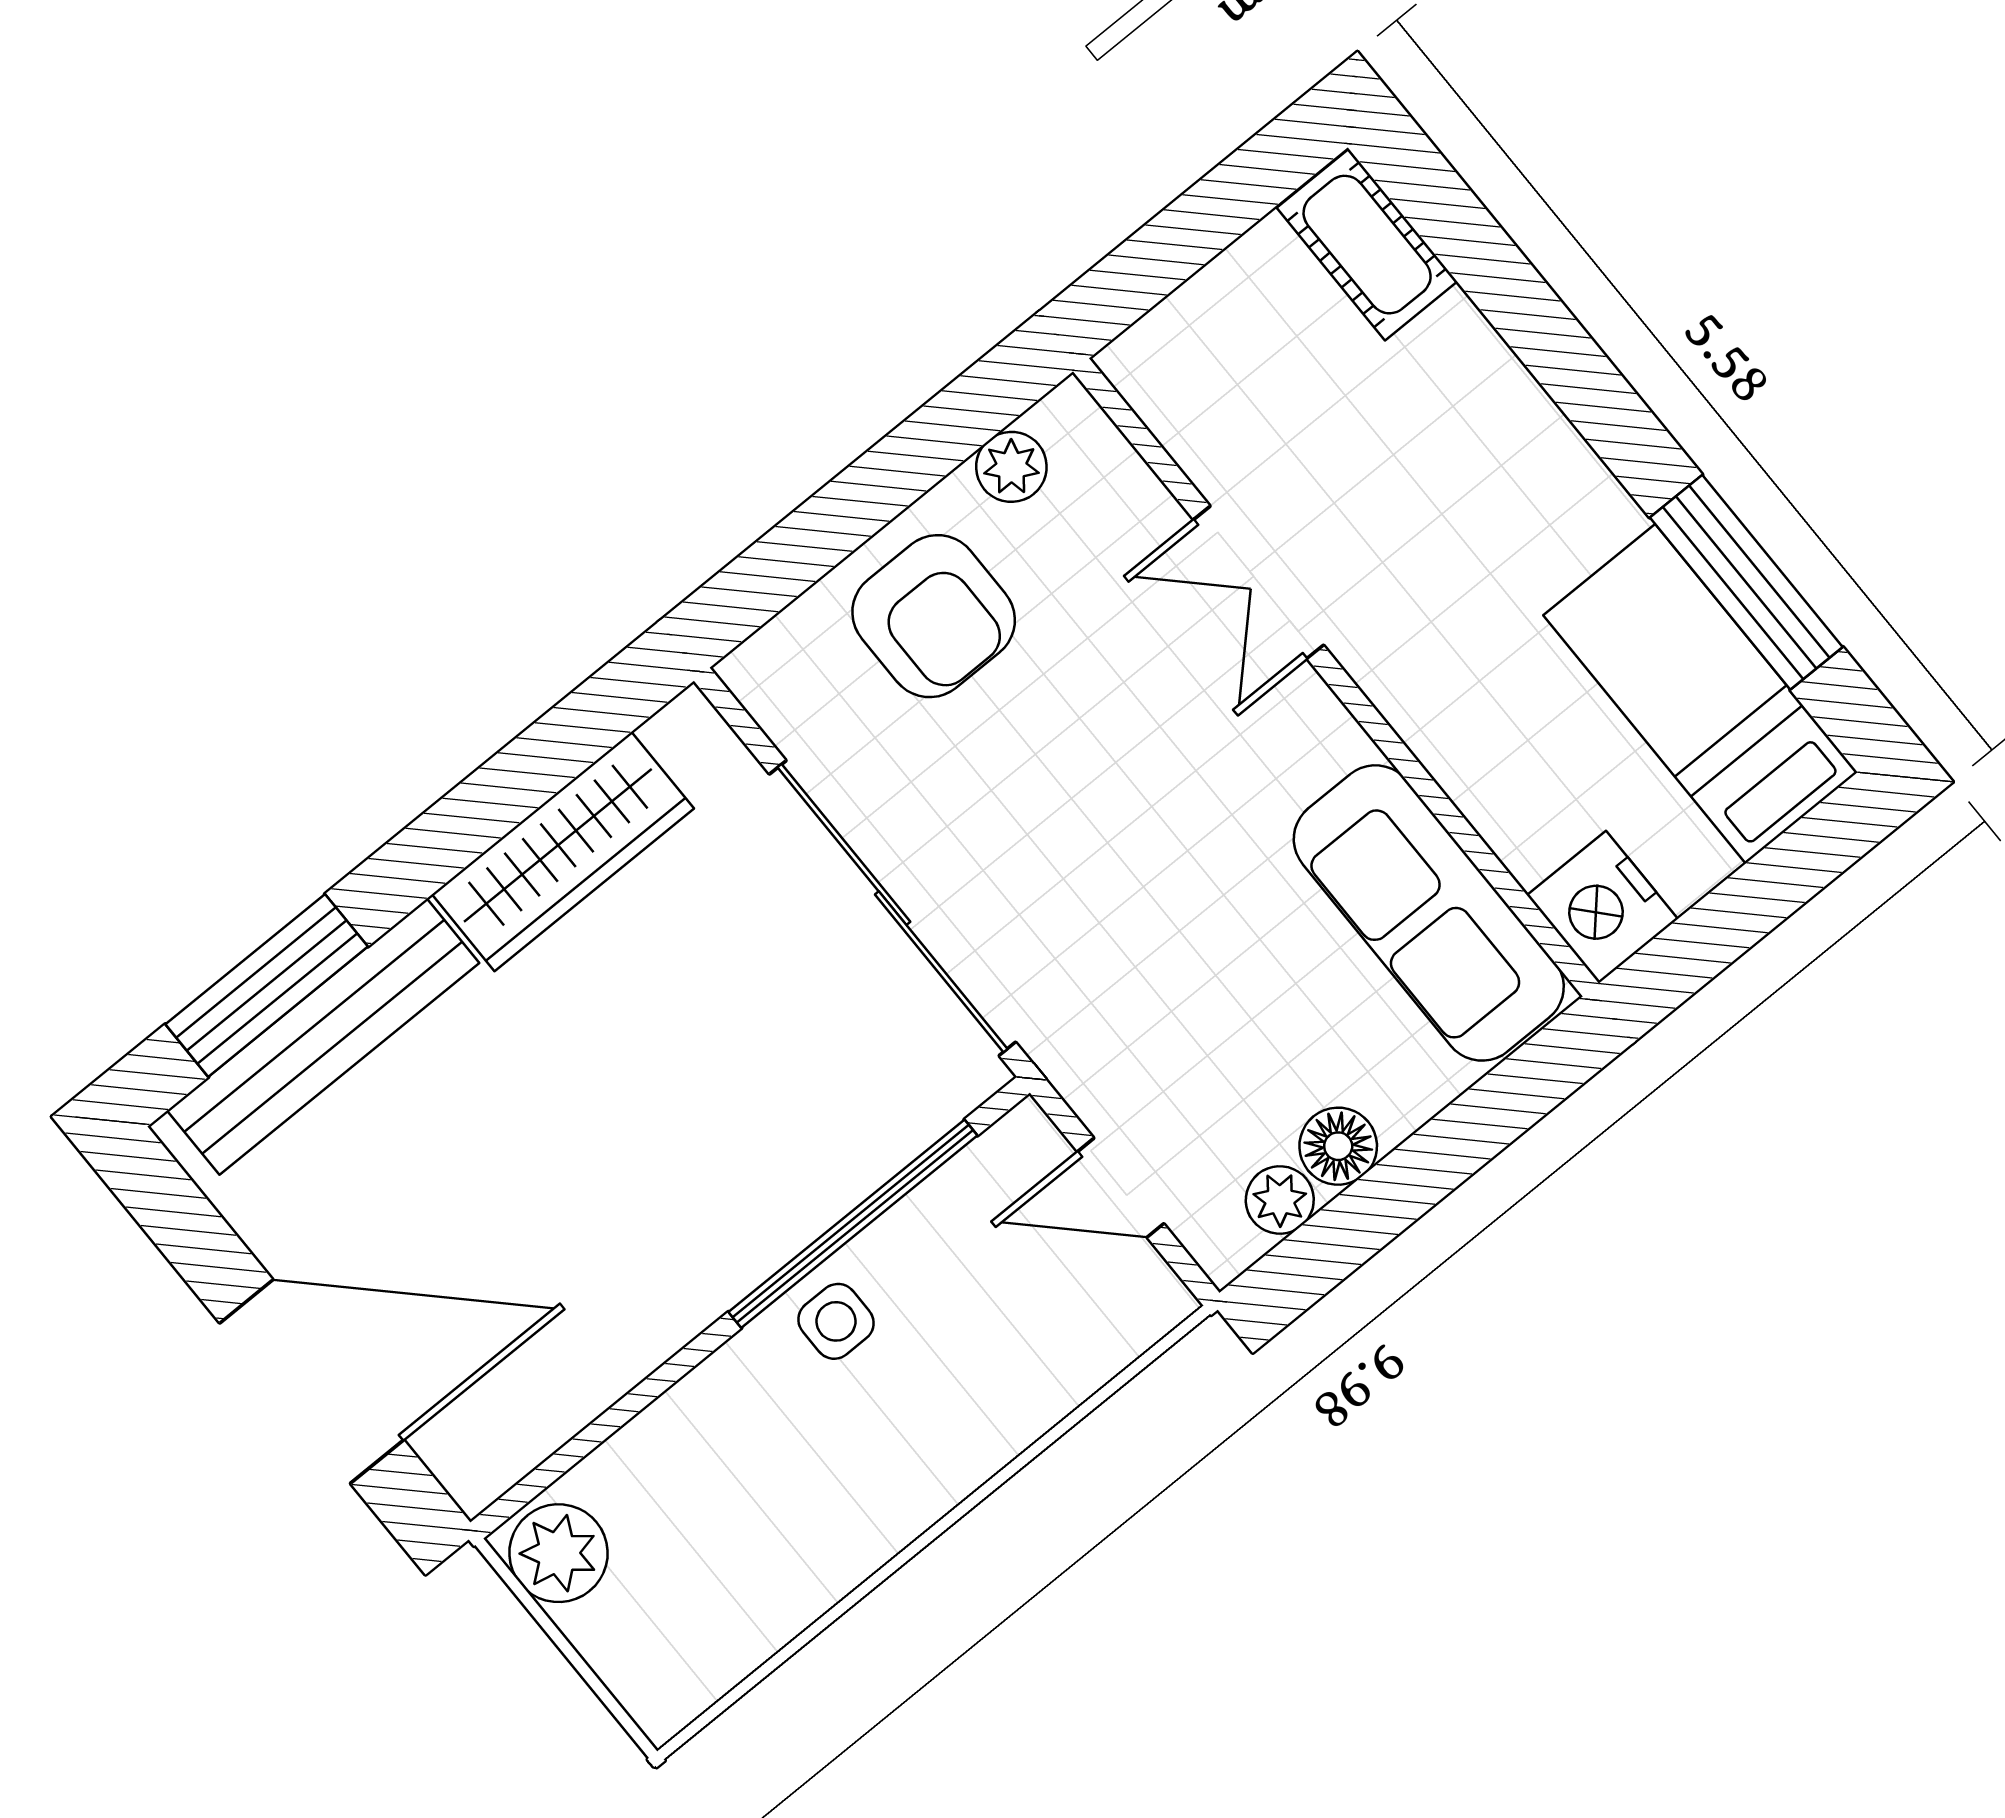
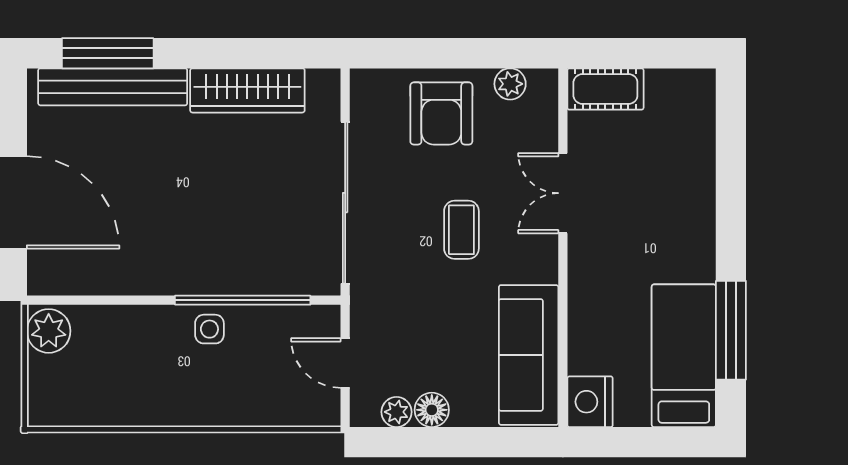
cot: (1367, 245) -> (605, 89), moved, turned 90
coffee table: (1134, 790) -> (461, 230), added

